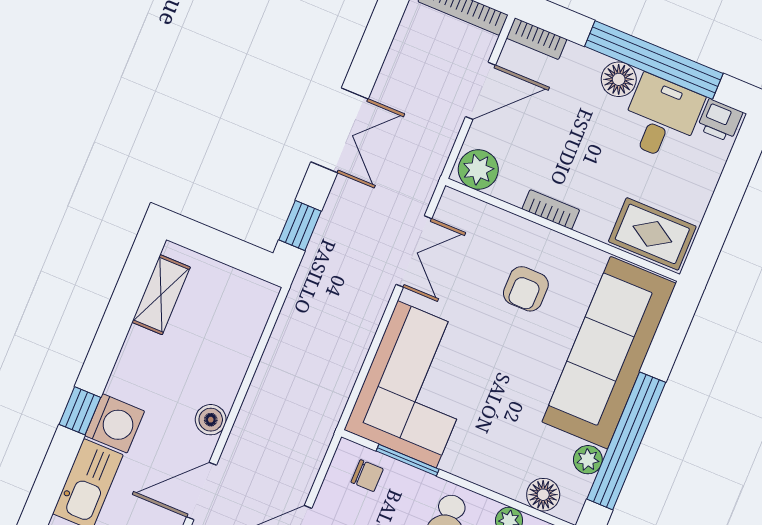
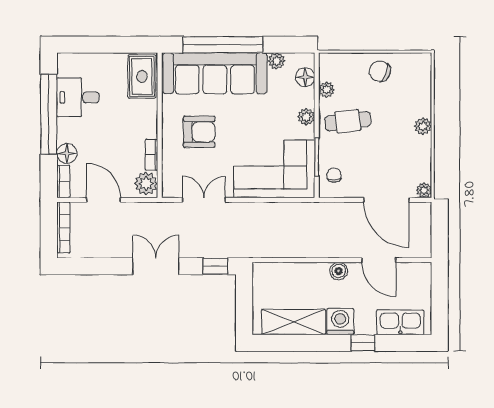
floor lamp: (619, 79) -> (67, 153), moved
printer: (720, 120) -> (66, 66), removed
bookcase: (551, 210) -> (151, 155), moved
armchair: (526, 289) -> (199, 132), width x1.38, depth x1.38
shelving: (161, 295) -> (294, 322), width x1.50, depth x1.33
washing machine: (115, 423) -> (340, 321), moved
window: (626, 441) -> (223, 45), moved
plant: (479, 470) -> (306, 117), added

